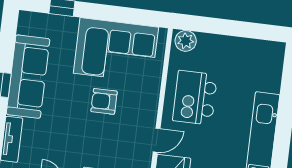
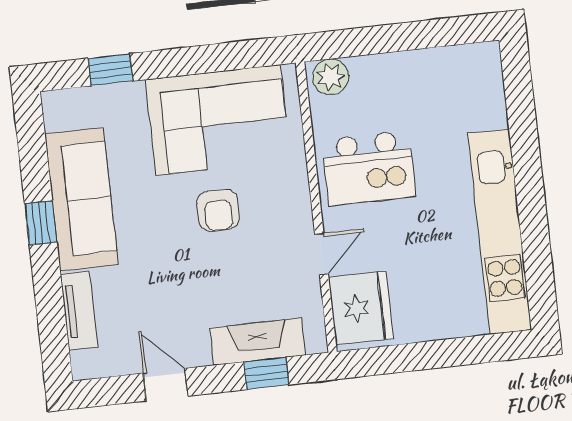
kitchen island: (195, 98) -> (369, 168), turned -90
armchair: (104, 101) -> (218, 210), turned -90

